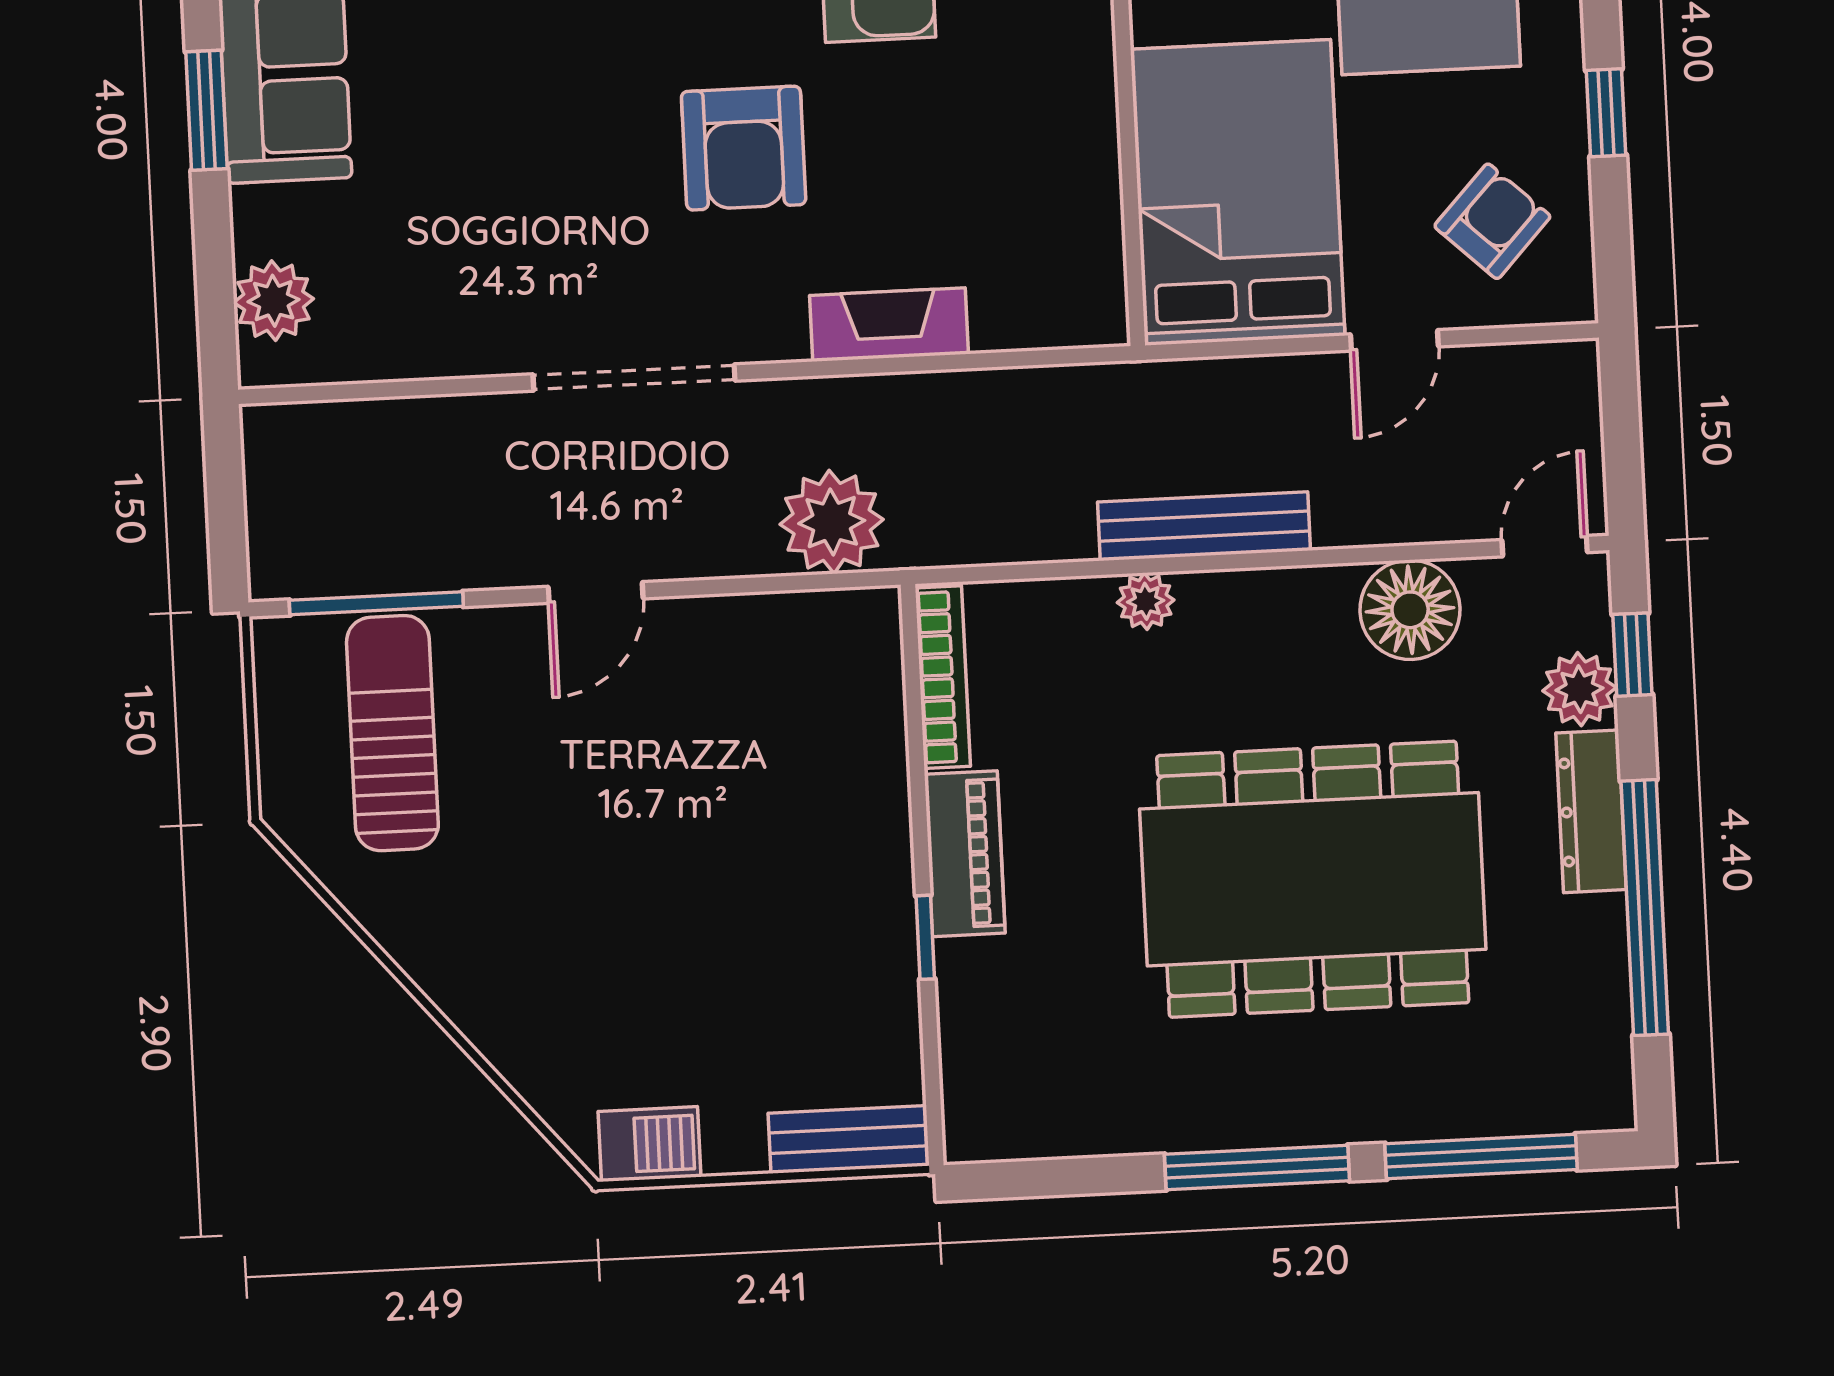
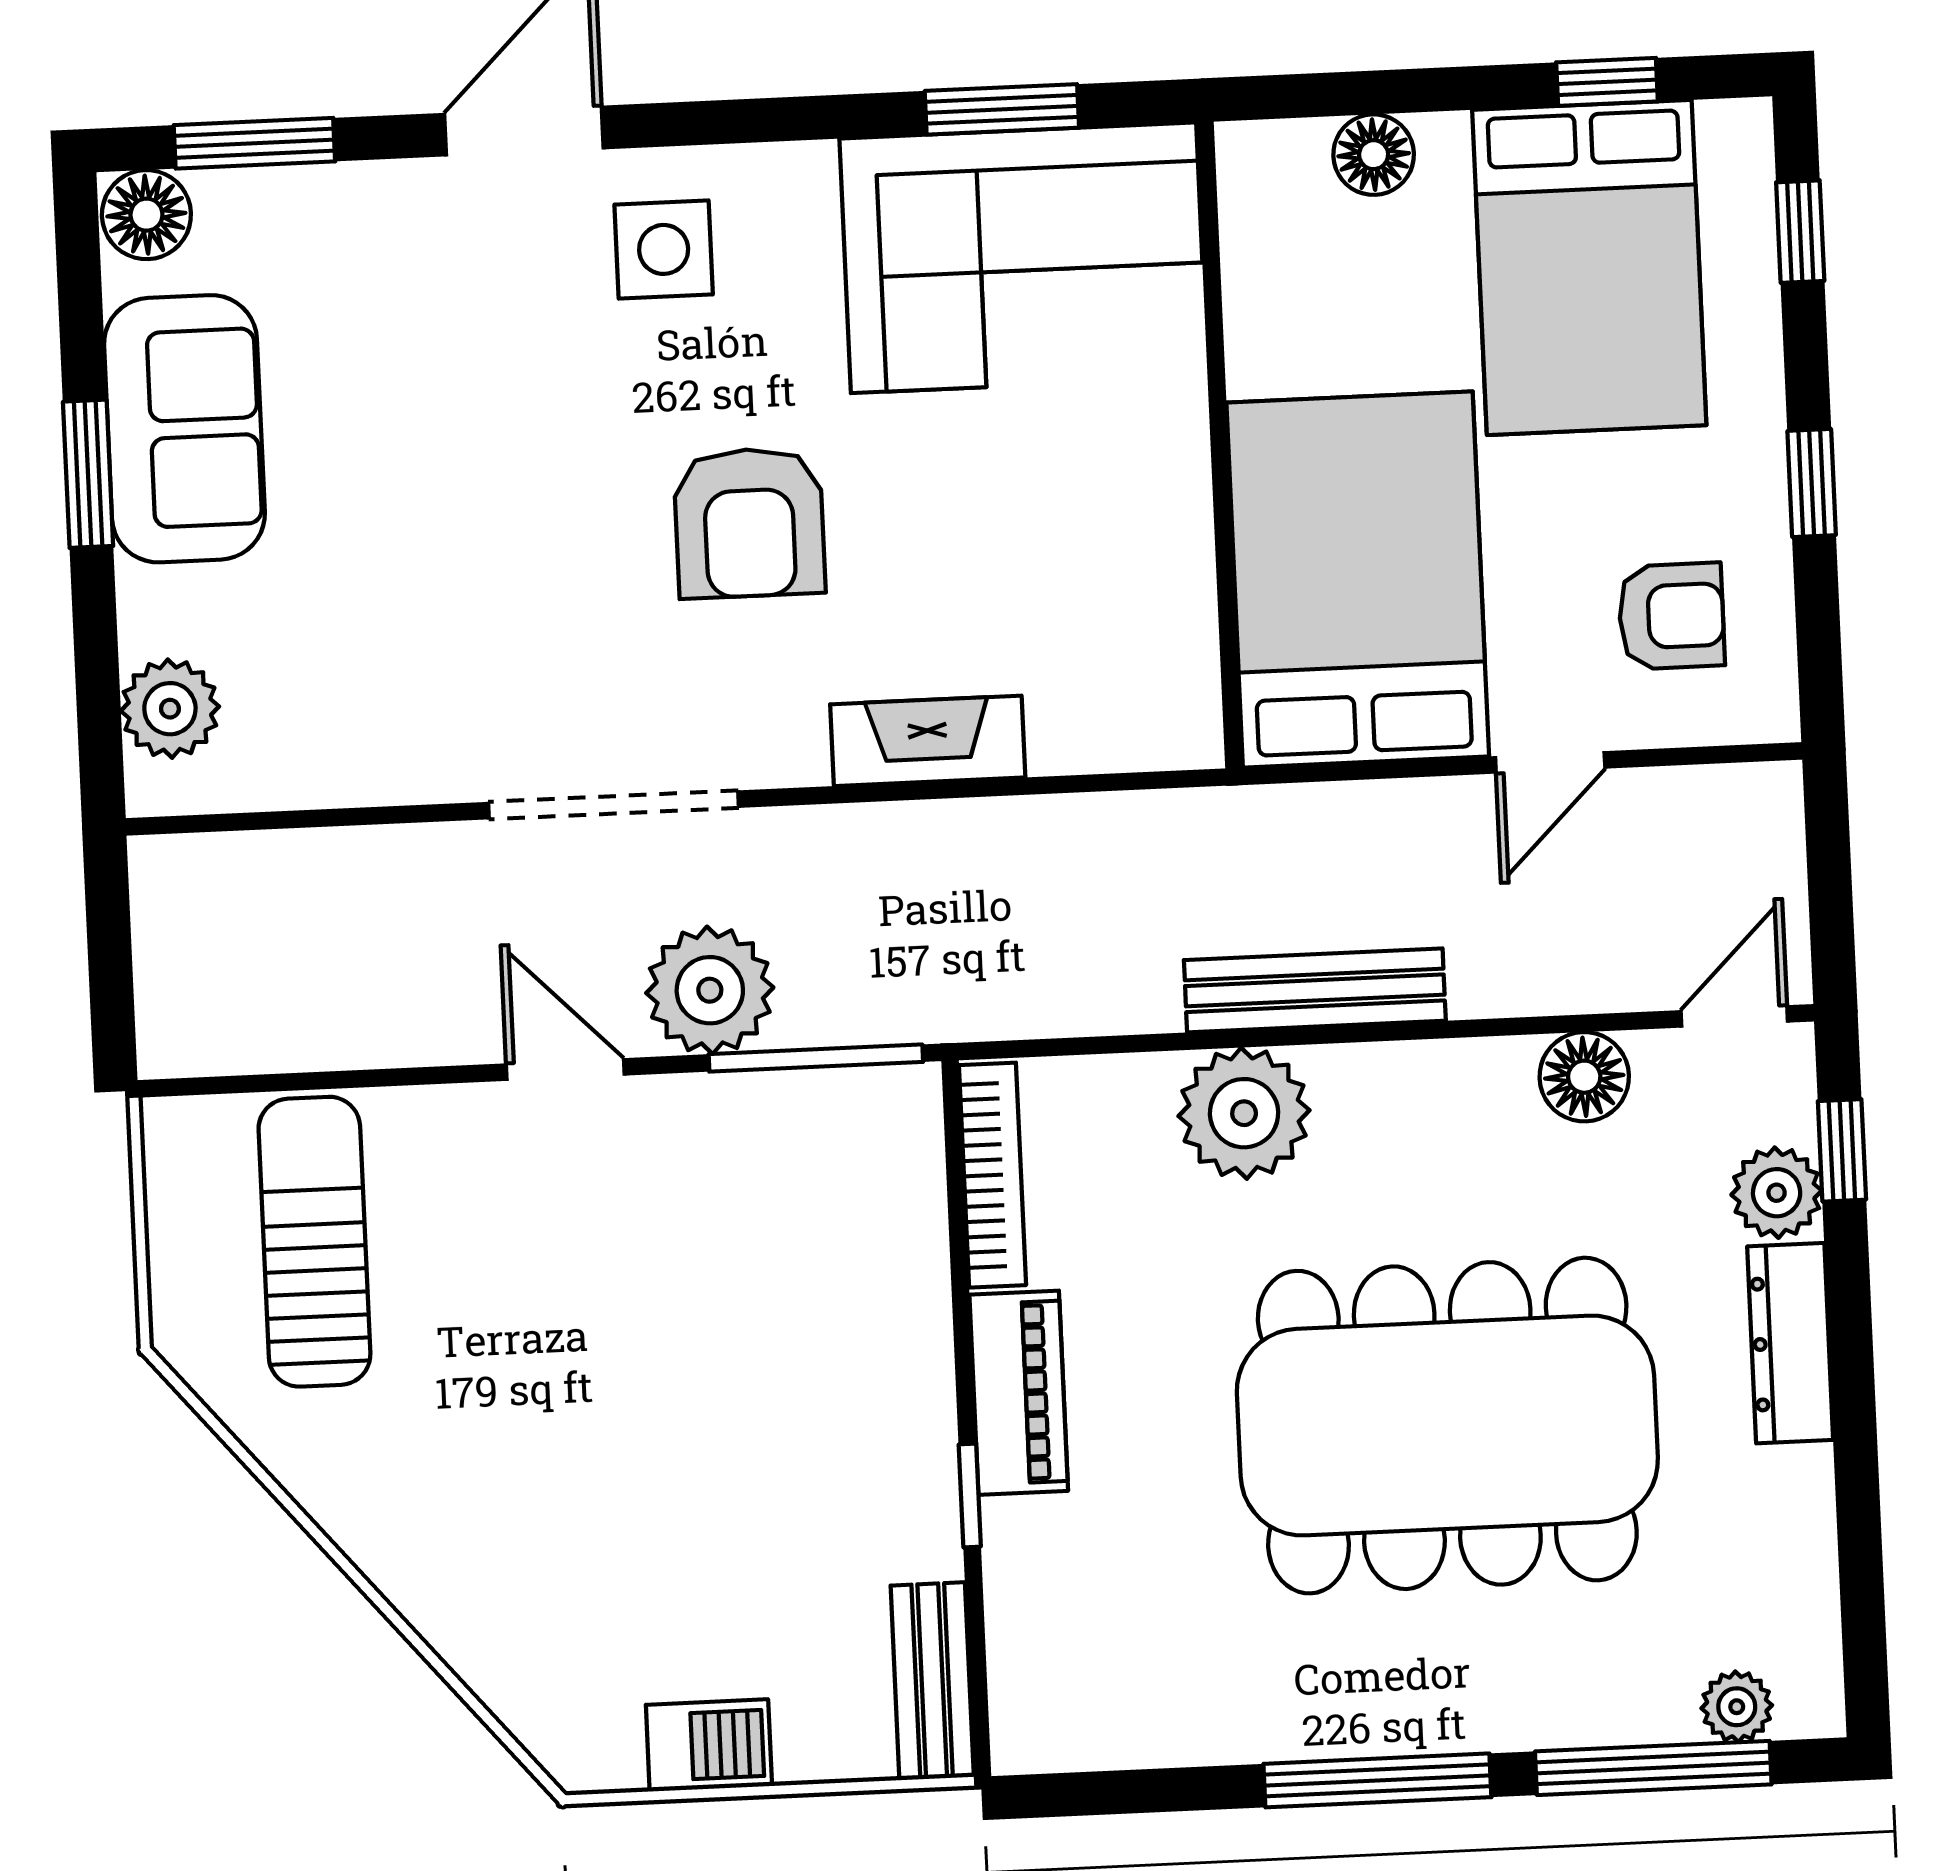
armchair: (1492, 221) -> (1671, 616), turned 47
plant: (832, 522) -> (710, 990), moved
door: (596, 593) -> (565, 1069), swing flipped
plant: (1146, 601) -> (1244, 1113), width x1.88, depth x1.88
window: (376, 603) -> (816, 1058), moved
floor lamp: (1410, 610) -> (1584, 1077), width x0.73, depth x0.73
window: (1645, 908) -> (1856, 1462), removed
plant: (1549, 1107) -> (1737, 1707), added
bench: (849, 1139) -> (932, 1681), moved, turned 90
barbecue: (649, 1144) -> (709, 1745), moved

